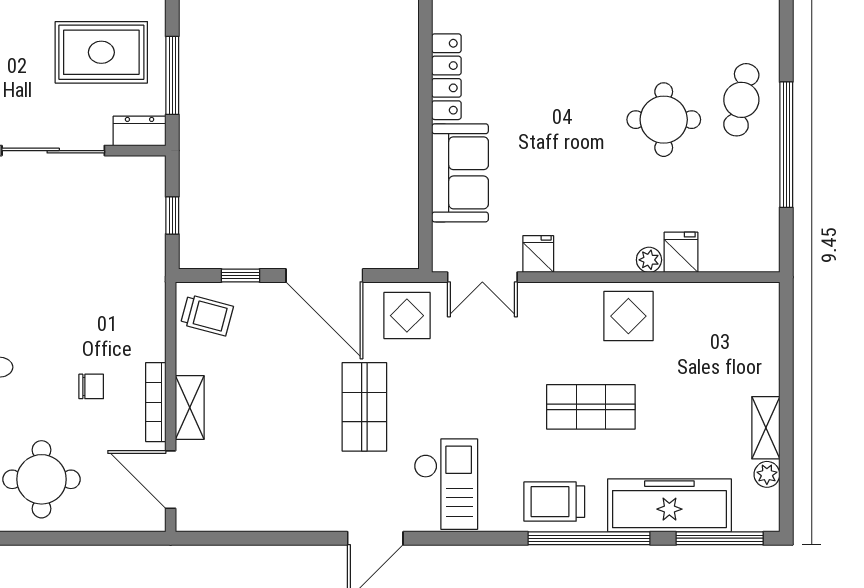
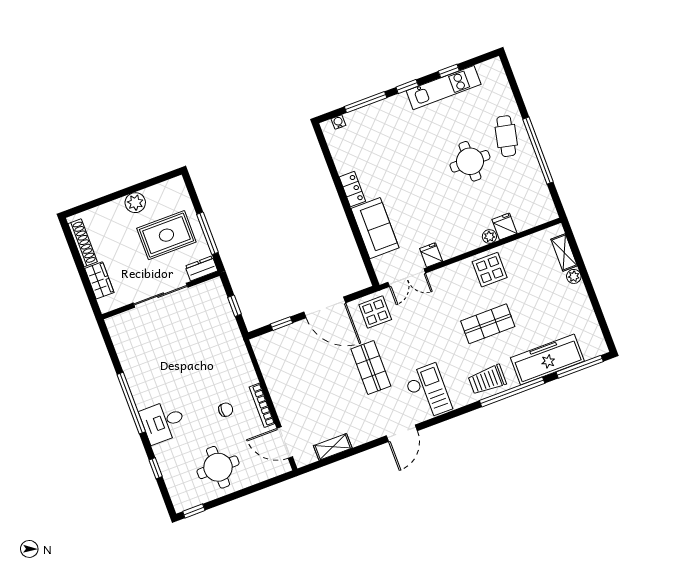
locker: (446, 77) -> (352, 189), width x0.66
trolley: (207, 315) -> (272, 351), removed
shelving: (190, 408) -> (333, 447), moved, turned 90
shelving: (766, 428) -> (564, 253), moved
plant: (767, 474) -> (574, 276), moved

